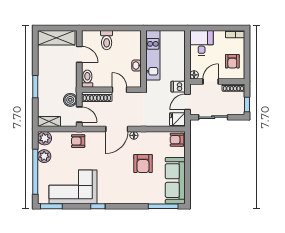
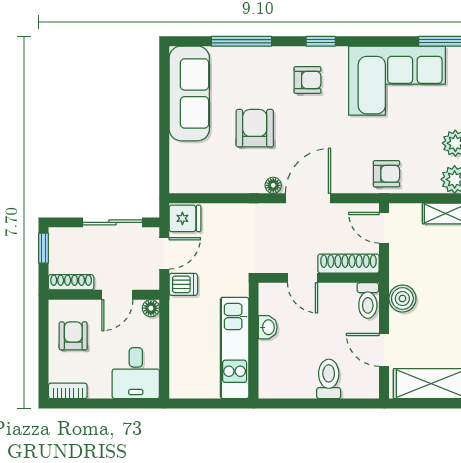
boiler: (70, 100) -> (402, 299), moved
armchair: (177, 140) -> (308, 80), moved
window: (98, 206) -> (321, 41), moved
window: (163, 206) -> (241, 41), moved

